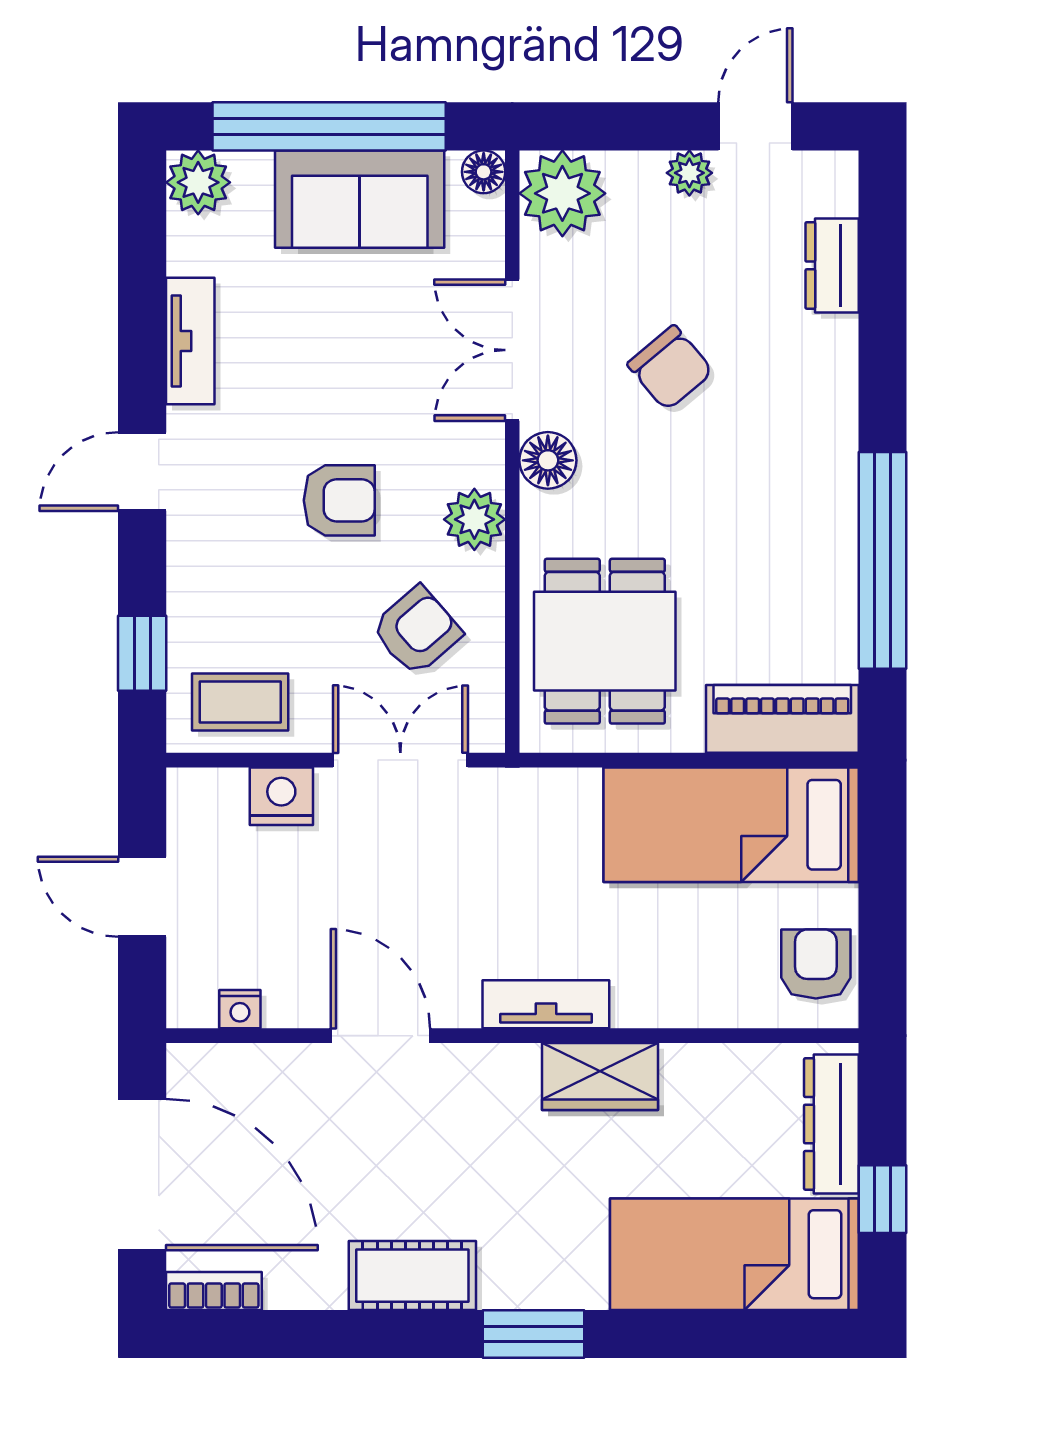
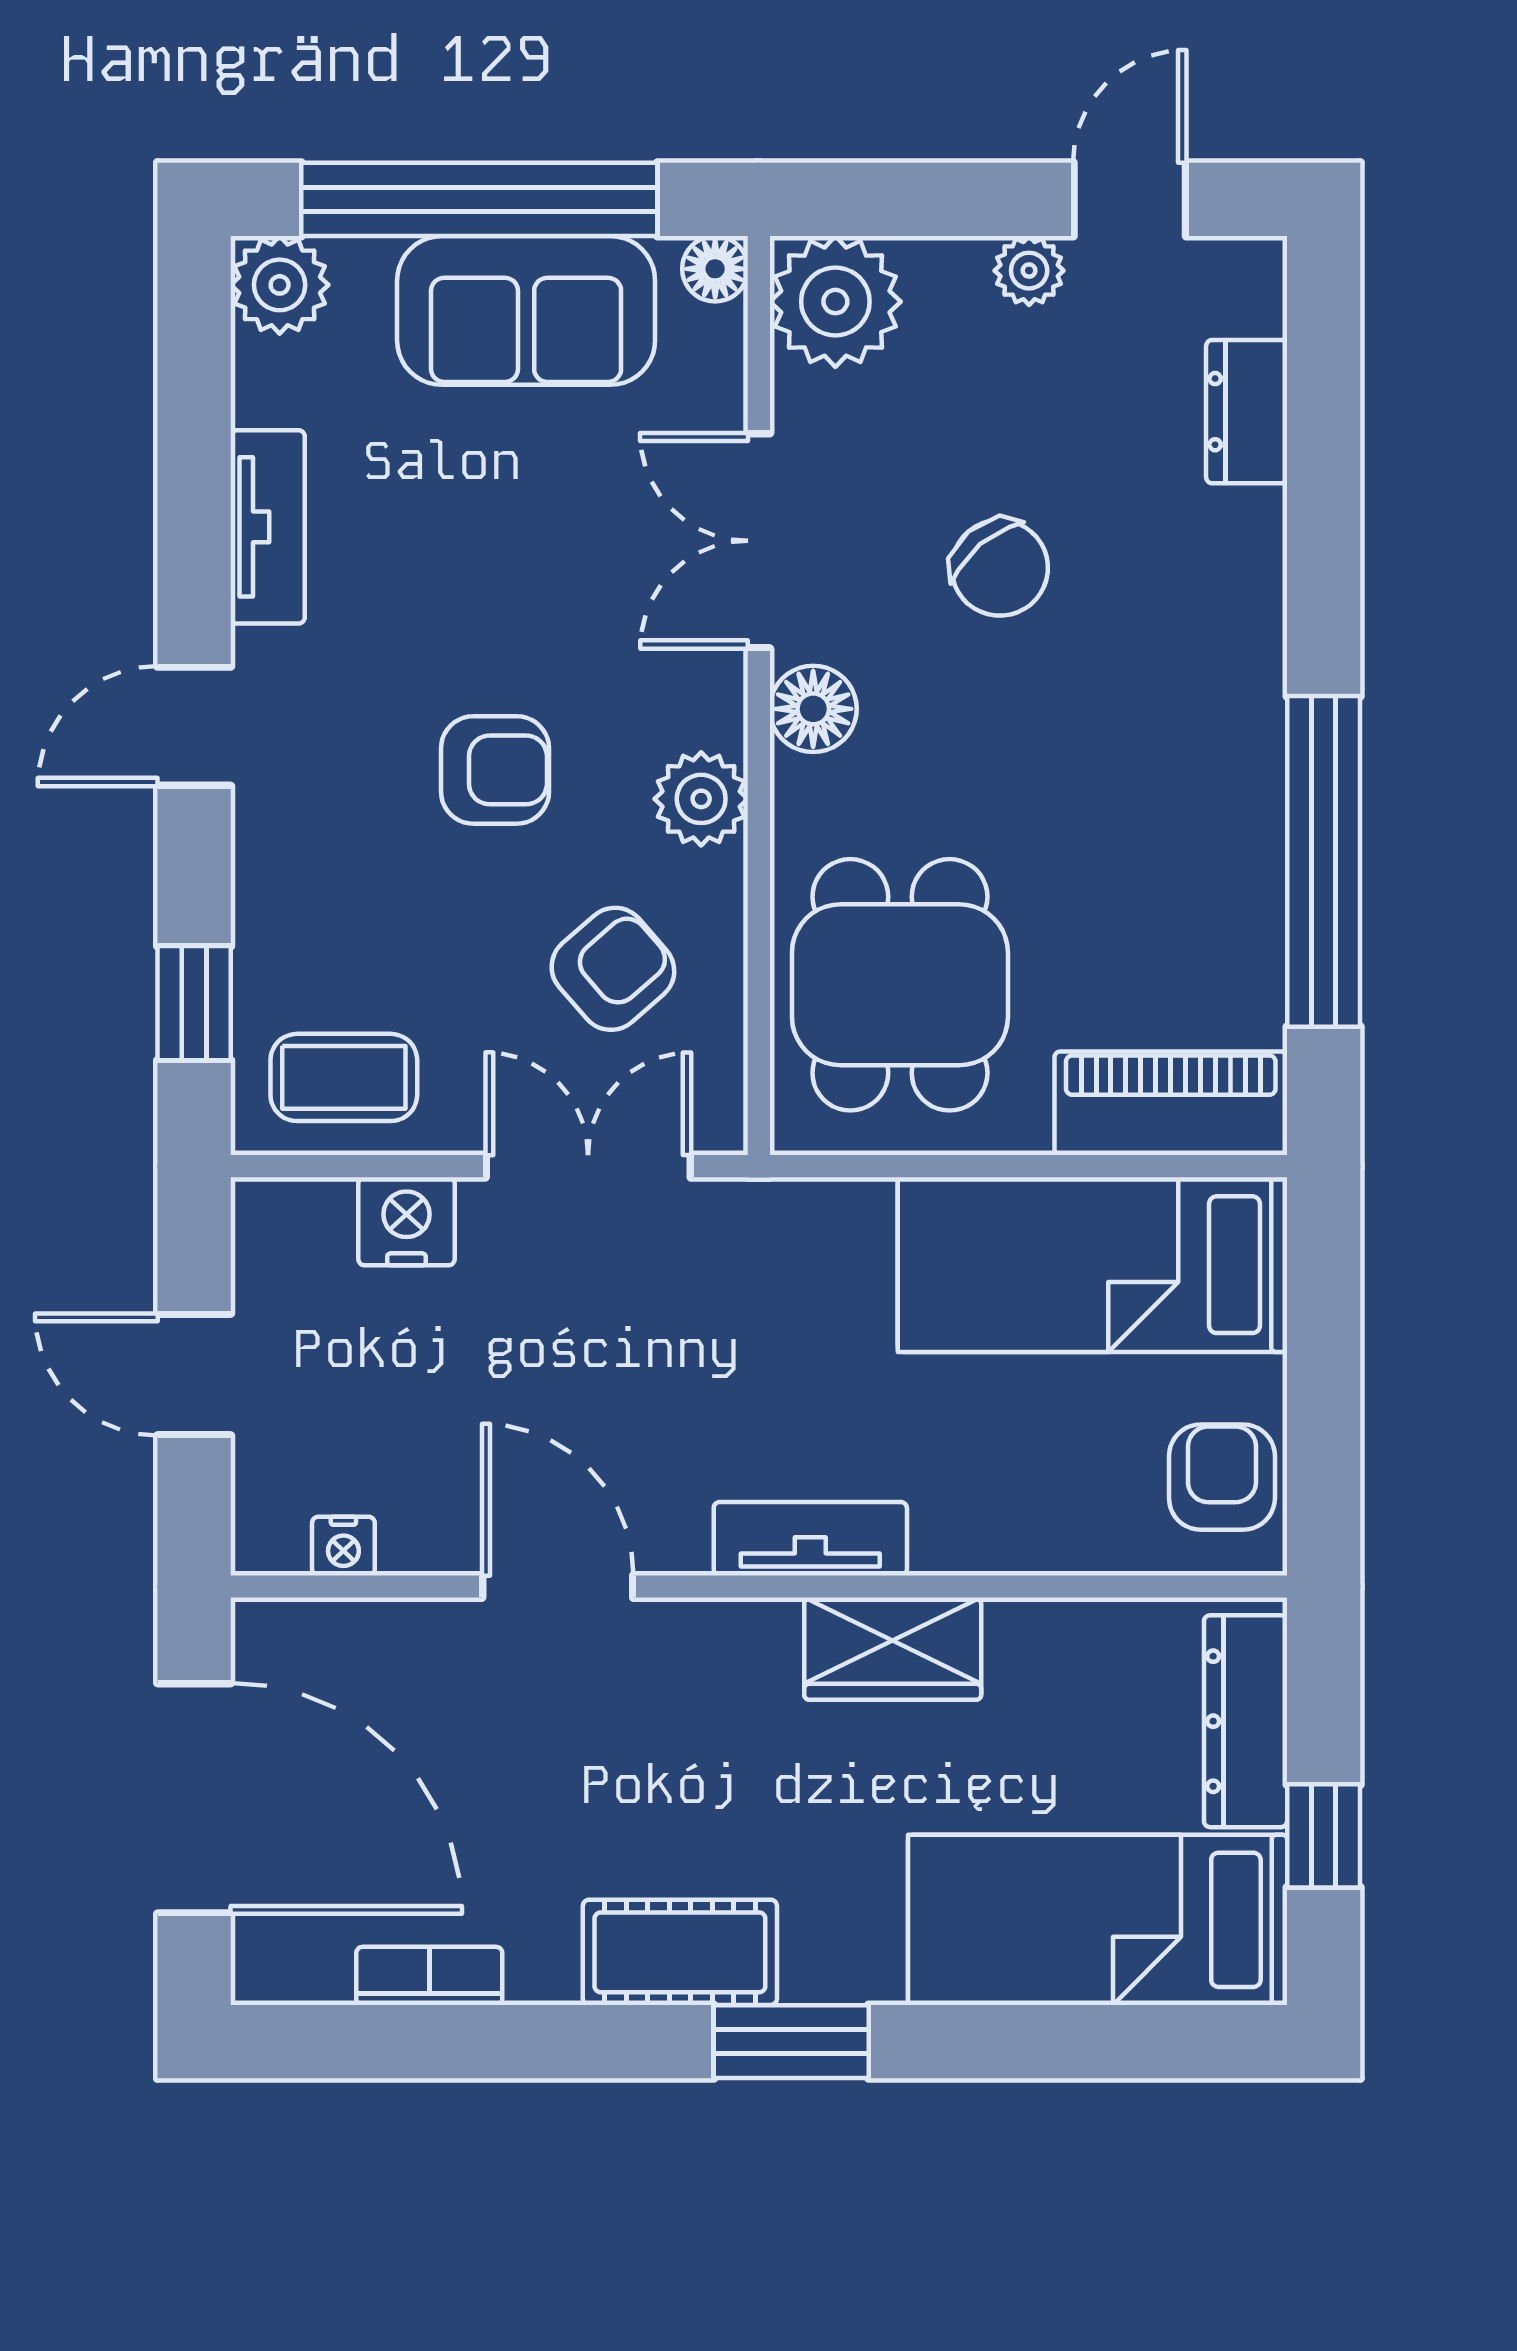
cot: (412, 1276) -> (680, 1952), moved
bookcase: (214, 1291) -> (429, 1976), moved

